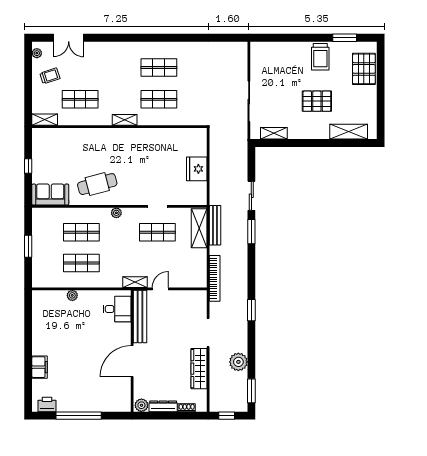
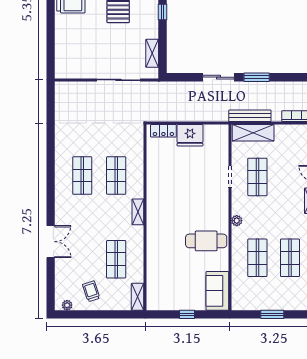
double door: (69, 38) -> (51, 242), moved
window: (313, 143) -> (163, 12), added
locker: (201, 144) -> (163, 131), added
cafe table: (97, 184) -> (206, 241), turned -75

